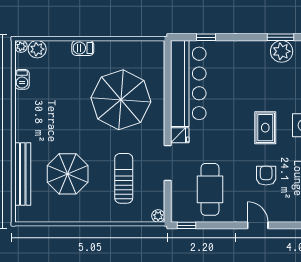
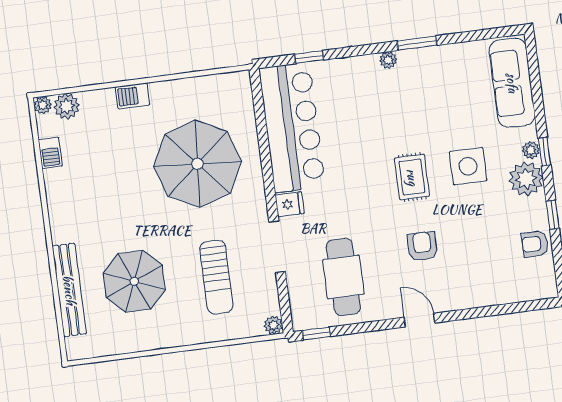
plant: (282, 51) -> (388, 60), moved, width x0.53, depth x0.53
sun lounger: (124, 178) -> (216, 277), turned 180

